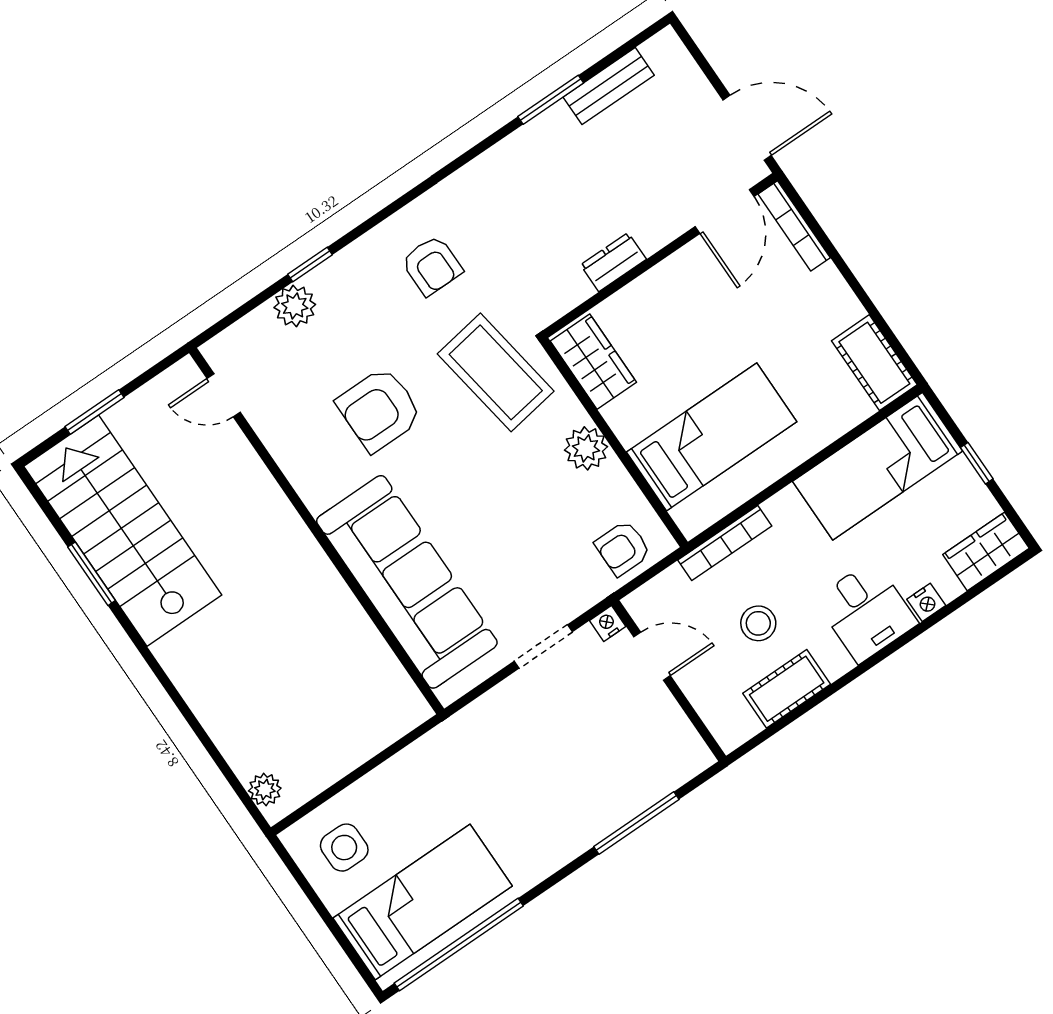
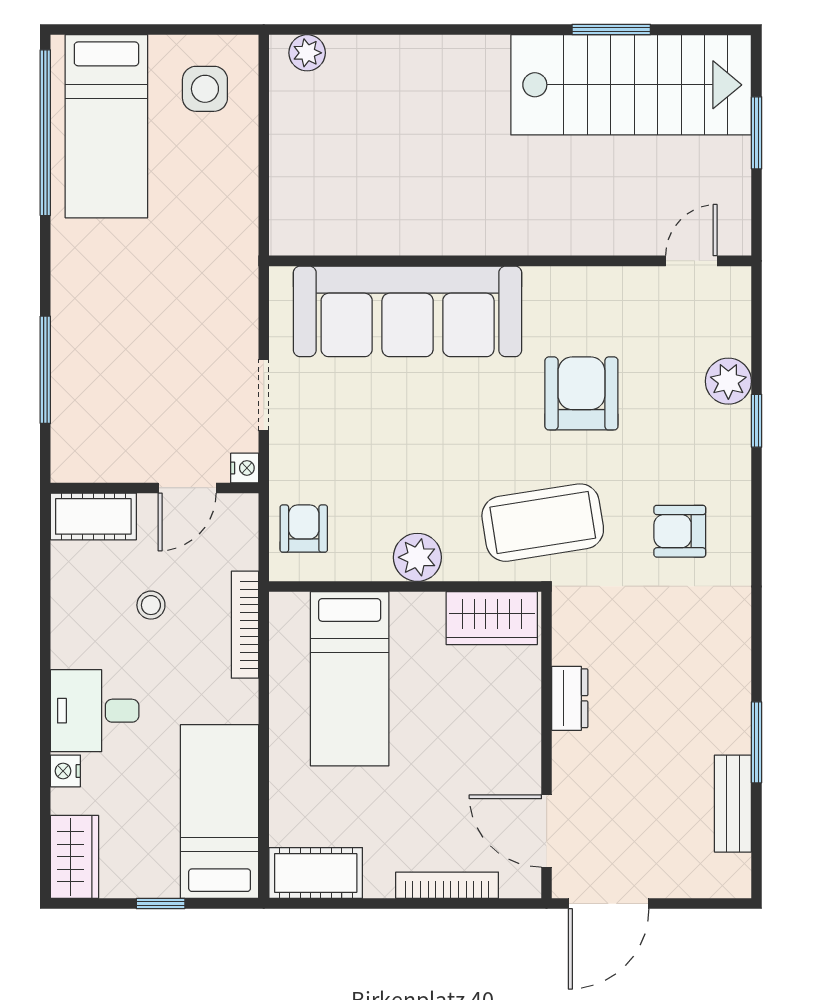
bookcase: (794, 226) -> (447, 885), moved
stool: (758, 623) -> (151, 605), width x0.73, depth x0.73
cot: (787, 689) -> (93, 516), moved, turned 90

